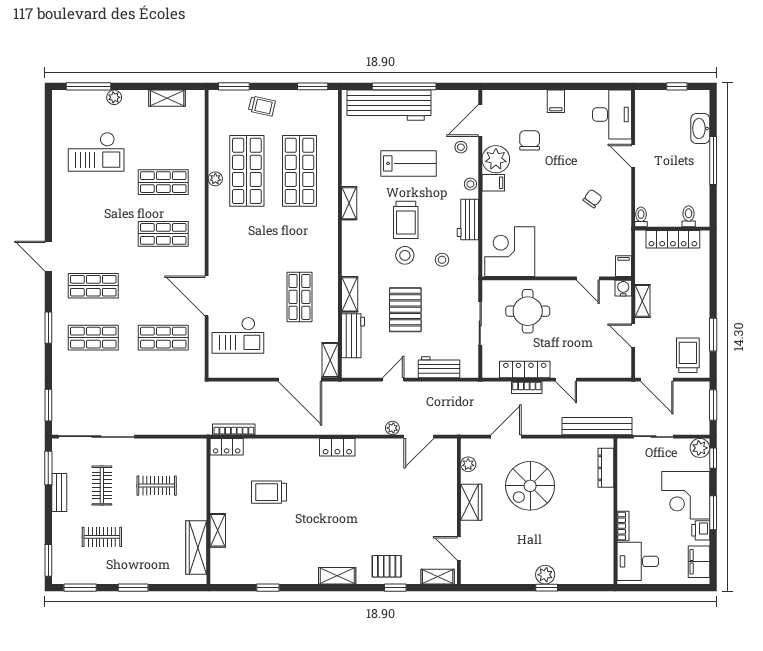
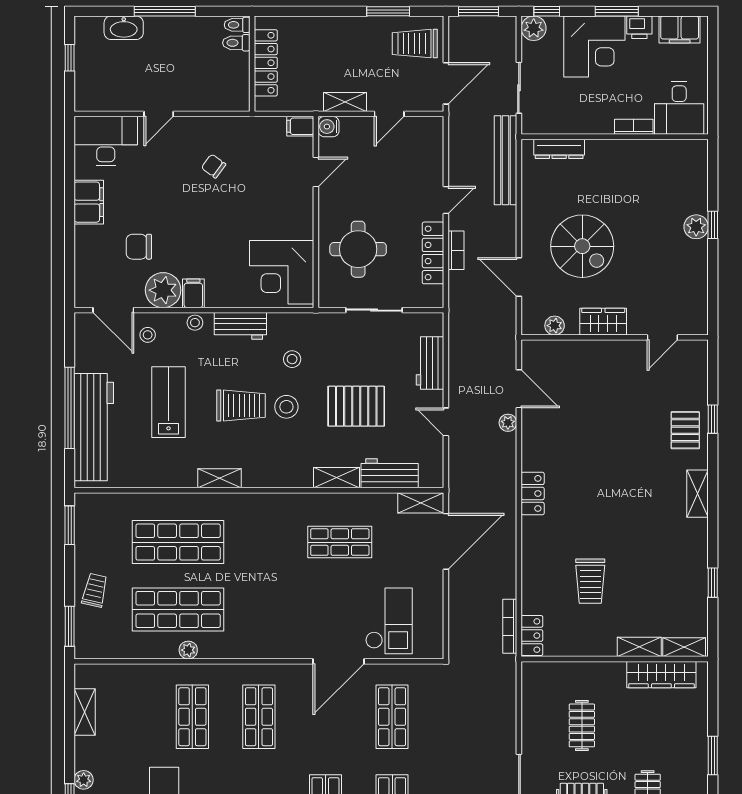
filing cabinet: (556, 101) -> (89, 202), width x2.00
toilet: (641, 217) -> (237, 25), moved
shelving: (438, 577) -> (684, 647), moved, turned 90

